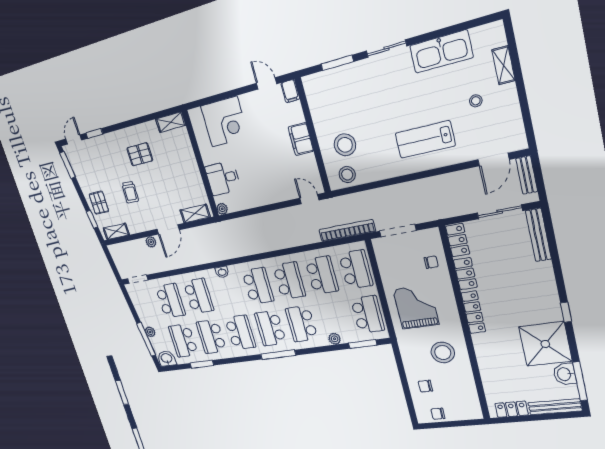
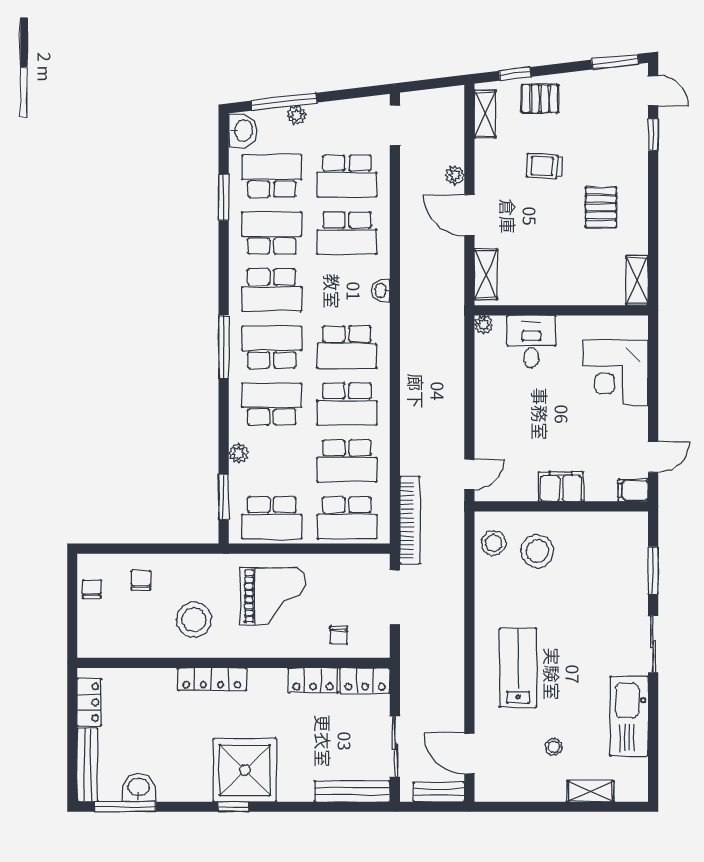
locker: (473, 312) -> (212, 679), moved
shower: (545, 344) -> (245, 770), moved

